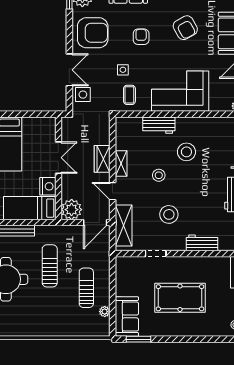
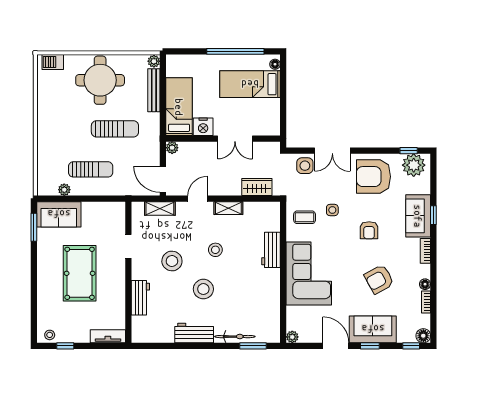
armchair: (93, 33) -> (373, 177), turned 90
armchair: (141, 37) -> (369, 230), turned 90
stool: (186, 152) -> (203, 289), moved
wardrobe: (102, 159) -> (257, 187), moved
plant: (72, 210) -> (172, 148), width x0.53, depth x0.53
shelving: (124, 225) -> (160, 209), width x0.67, depth x0.75

